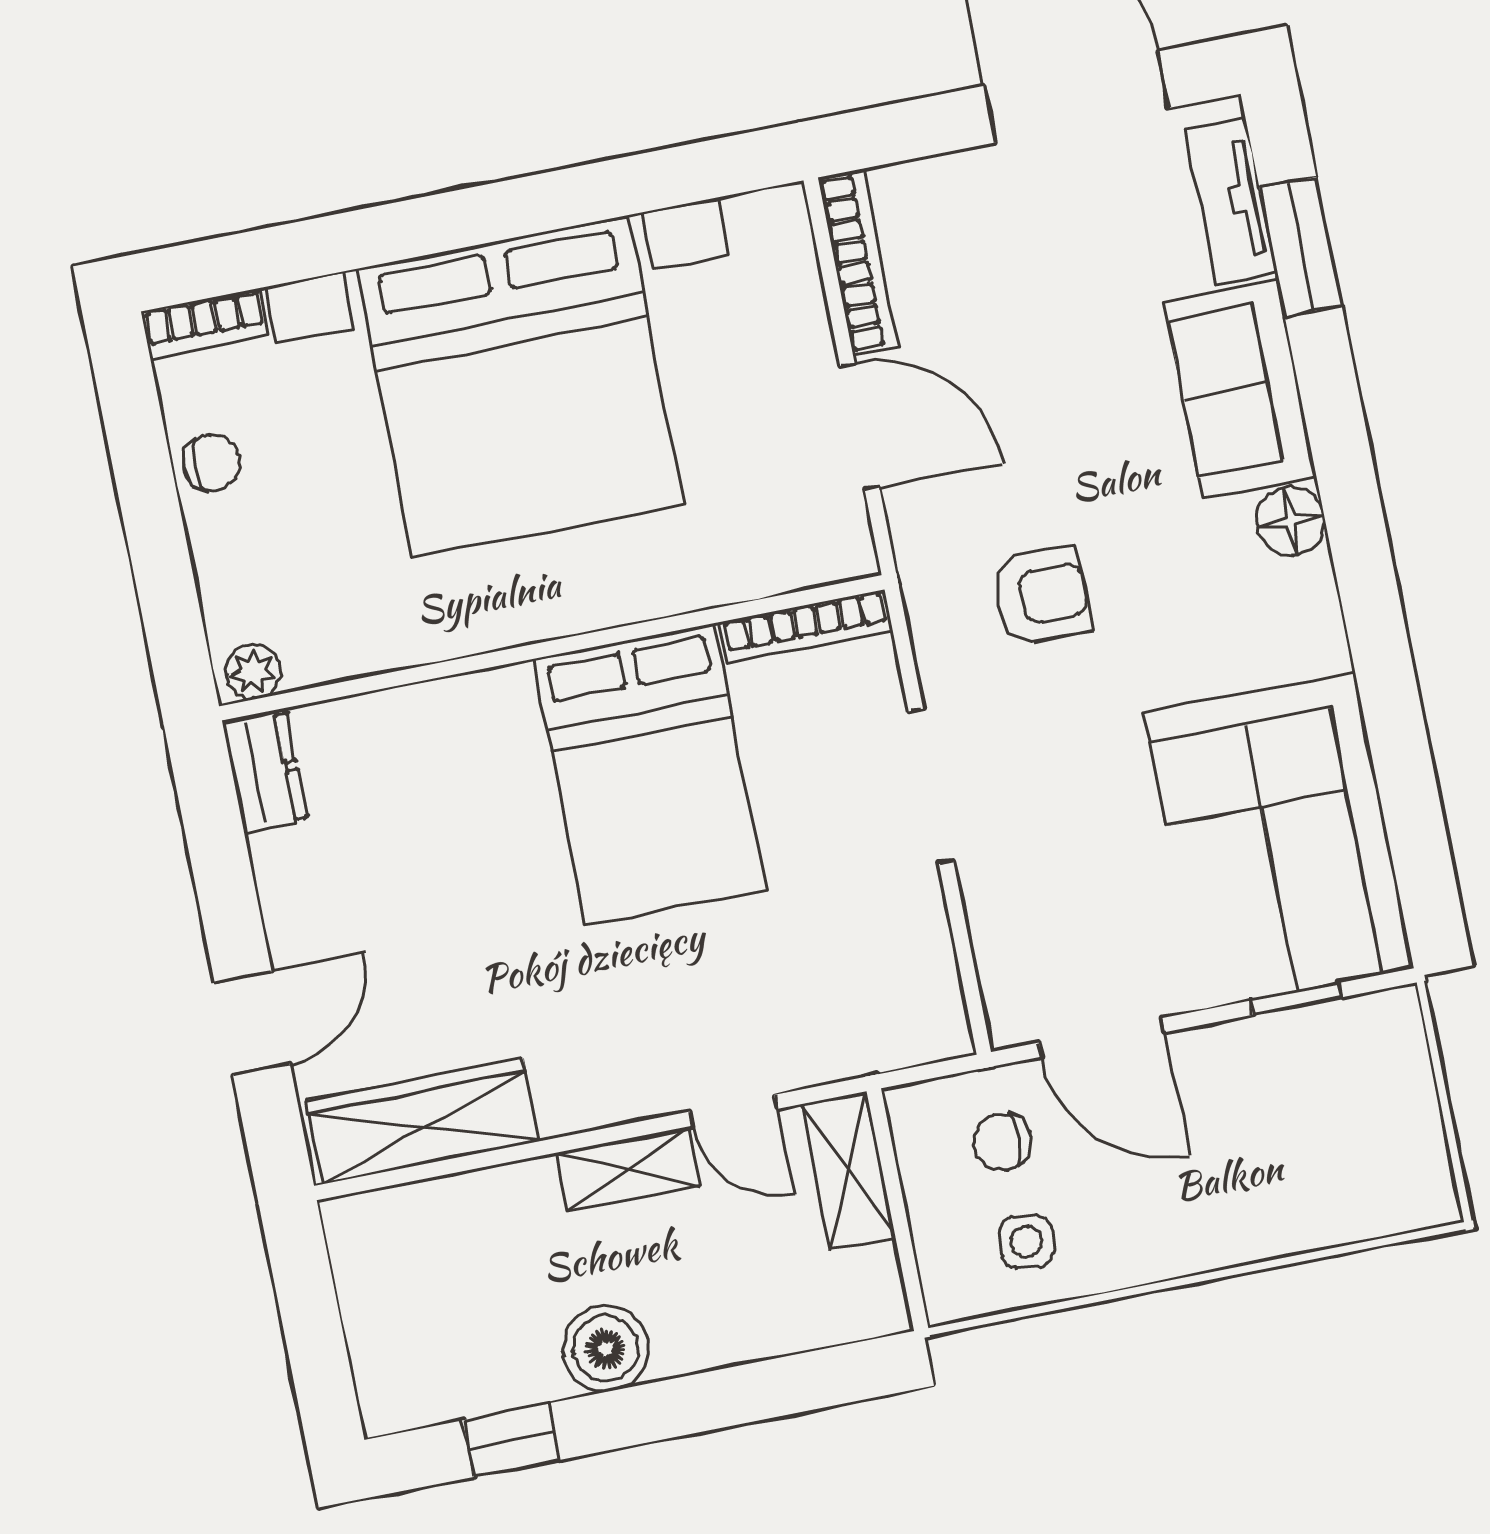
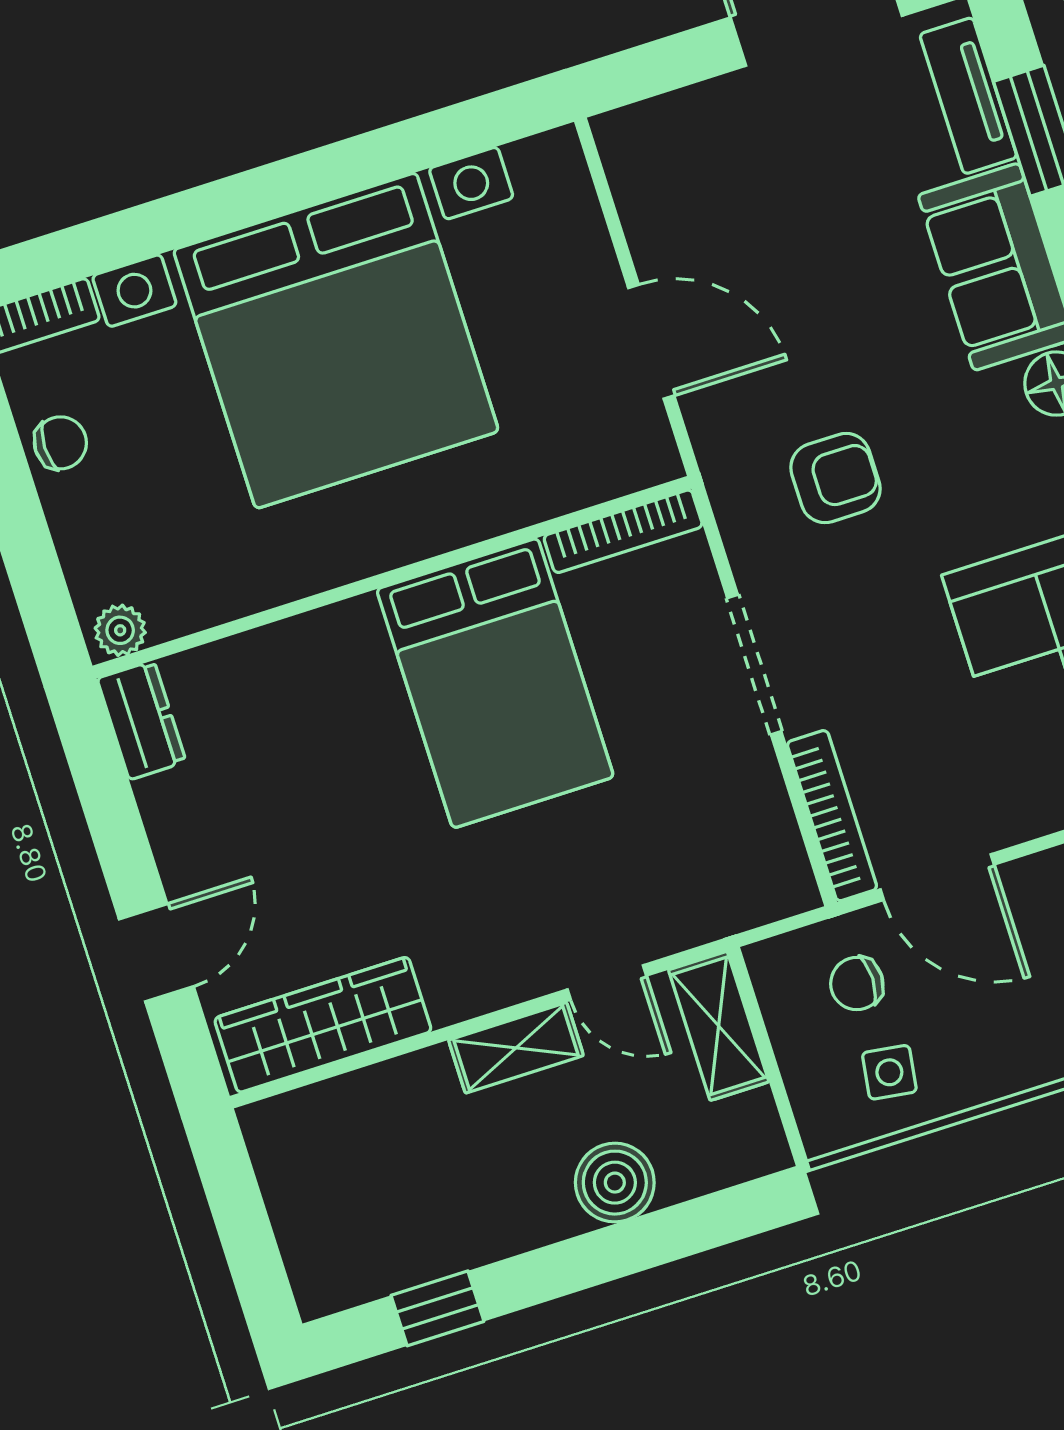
bookcase: (858, 262) -> (832, 816), moved
boiler: (606, 1349) -> (615, 1183), moved

